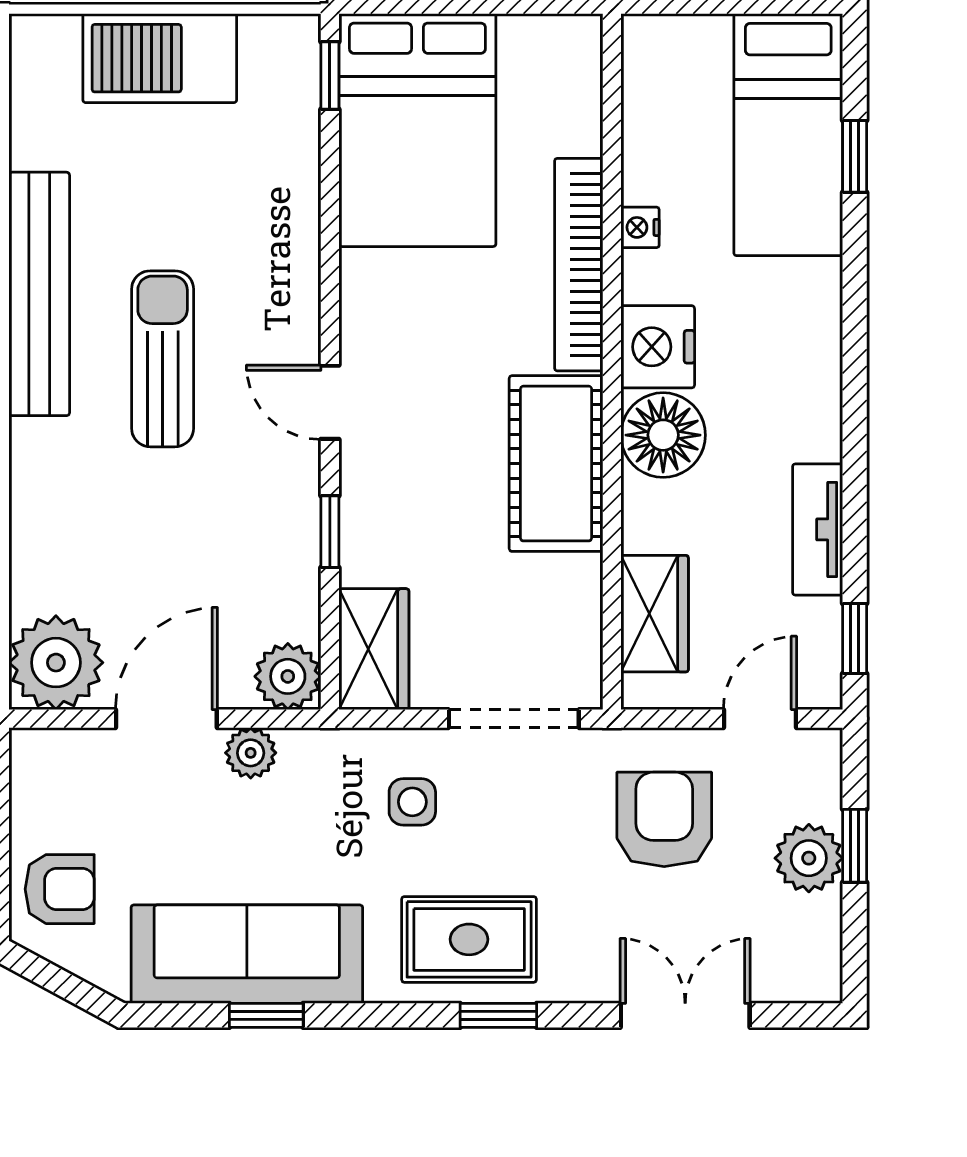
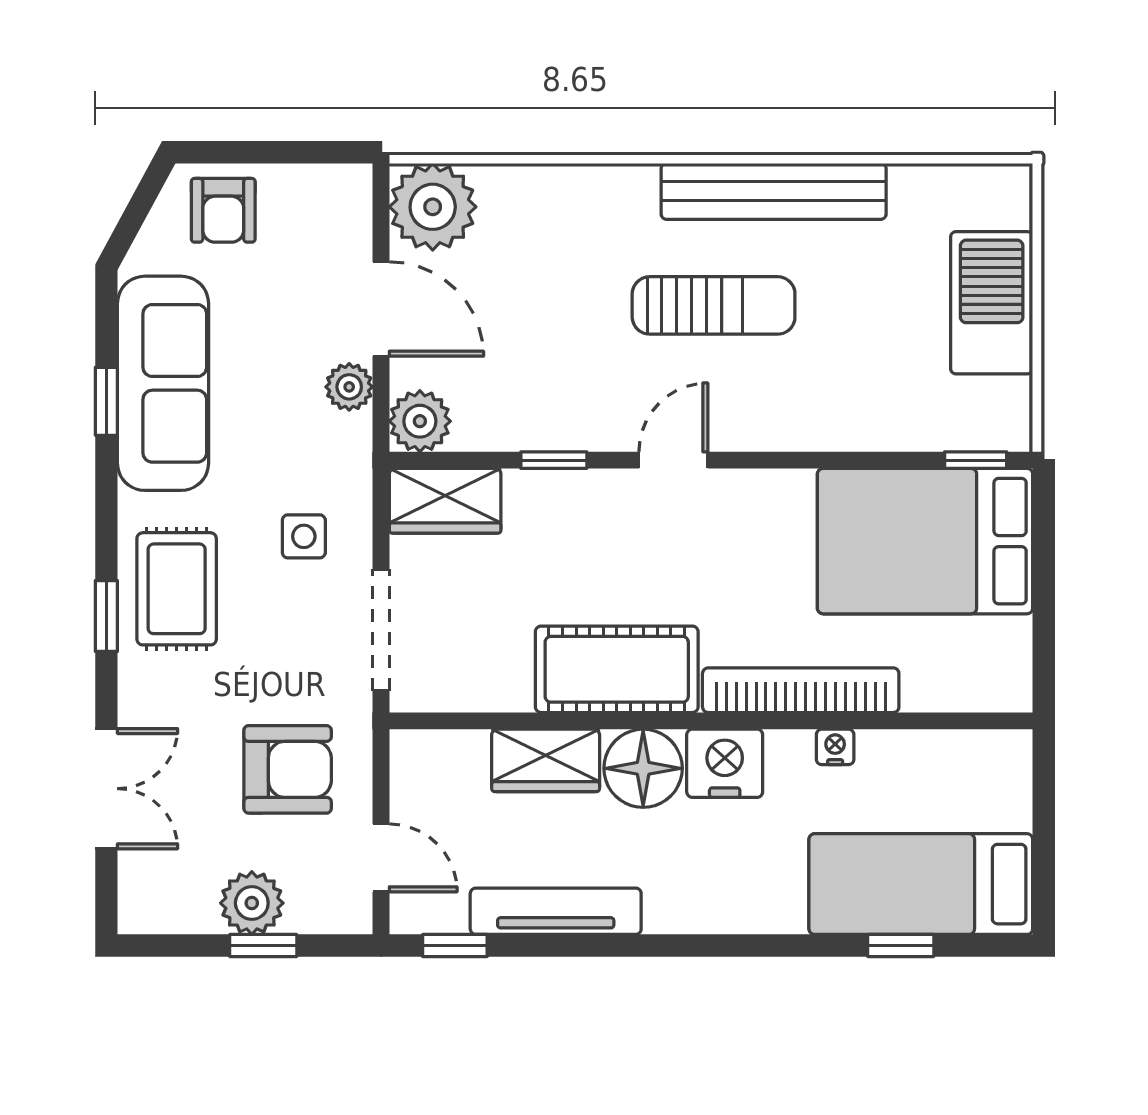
tv unit: (818, 529) -> (556, 911), width x1.41
wardrobe: (655, 614) -> (546, 760), moved

